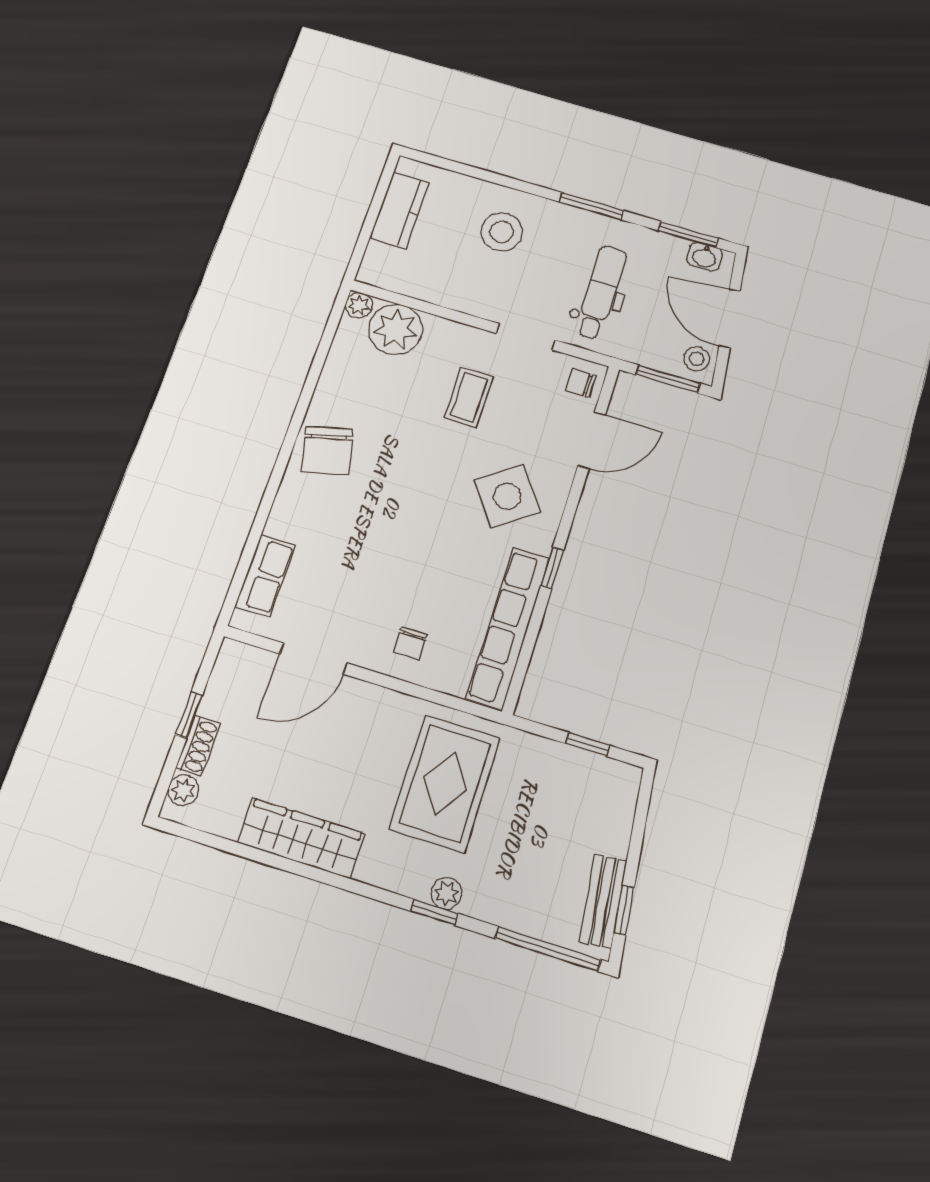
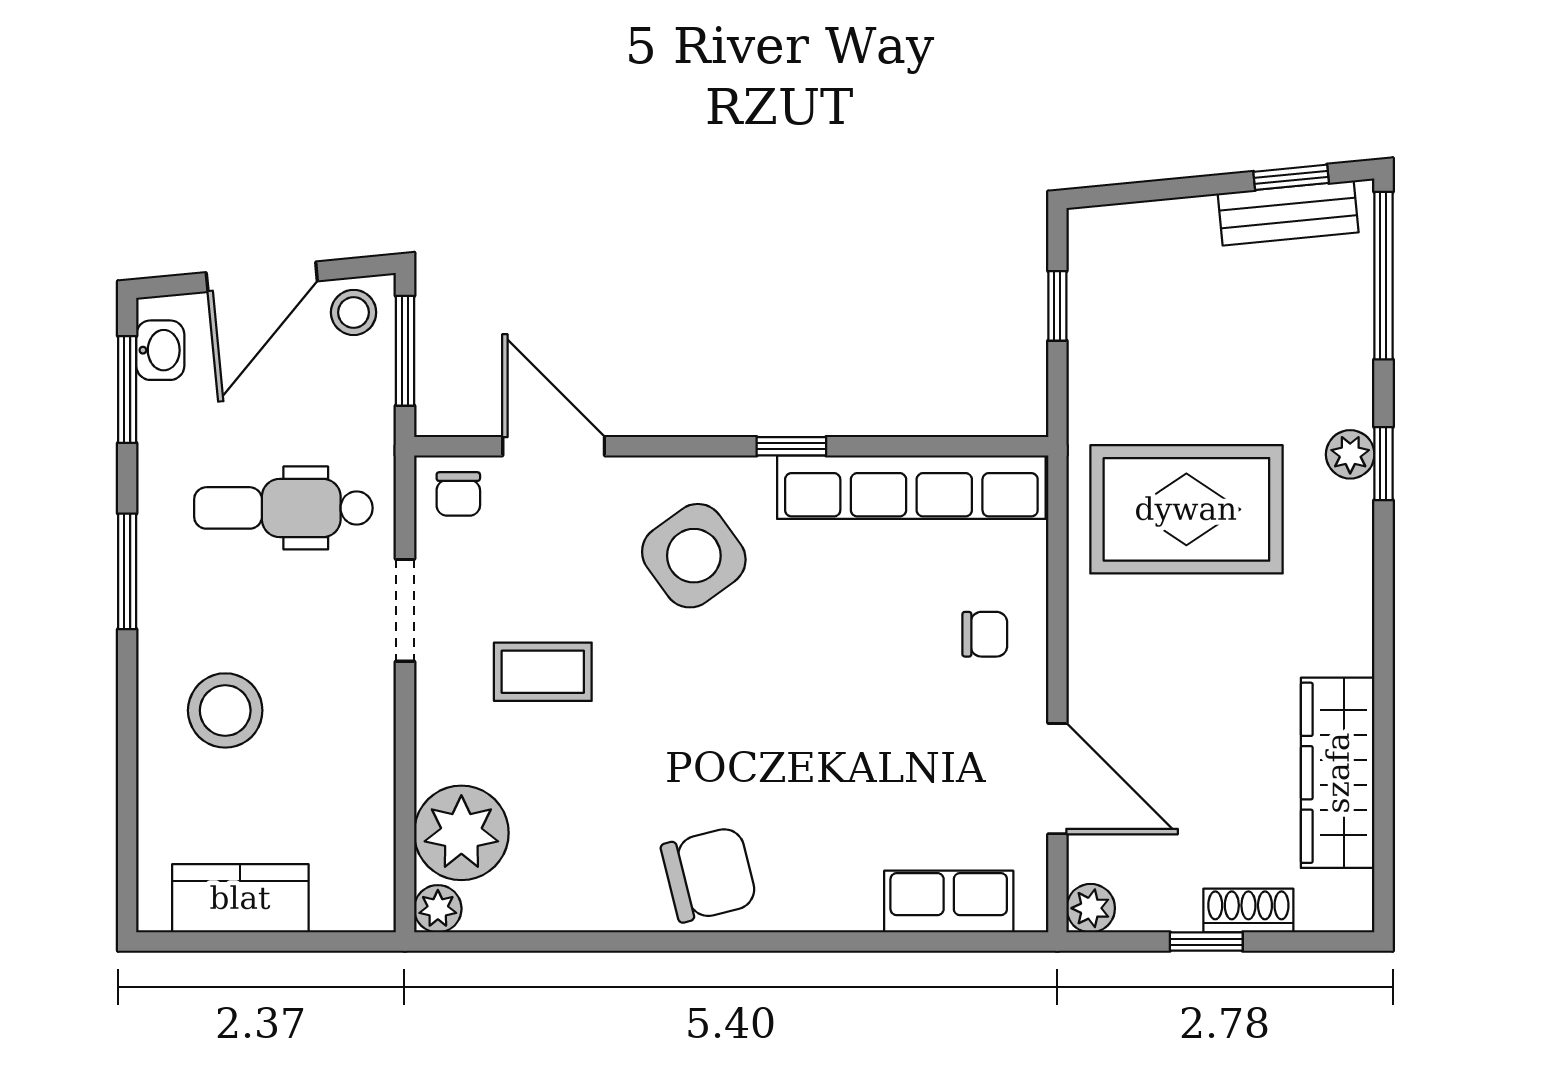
plant: (183, 790) -> (1091, 908), moved
wardrobe: (301, 838) -> (1338, 773), moved

